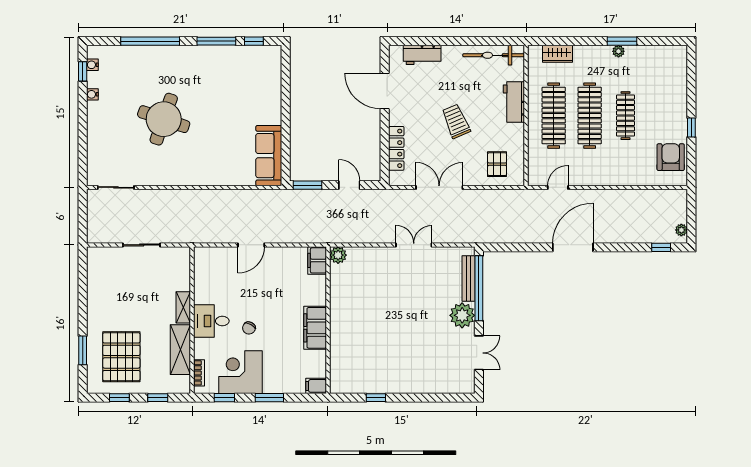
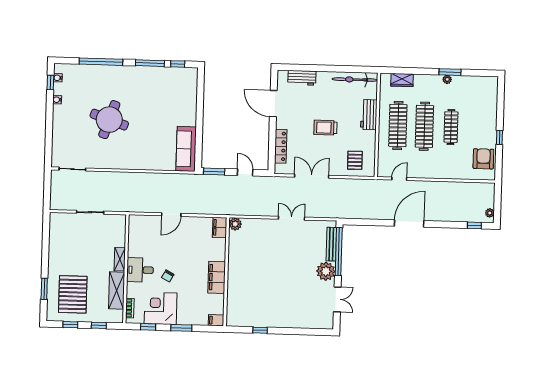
trolley: (456, 121) -> (325, 128), turned -67

